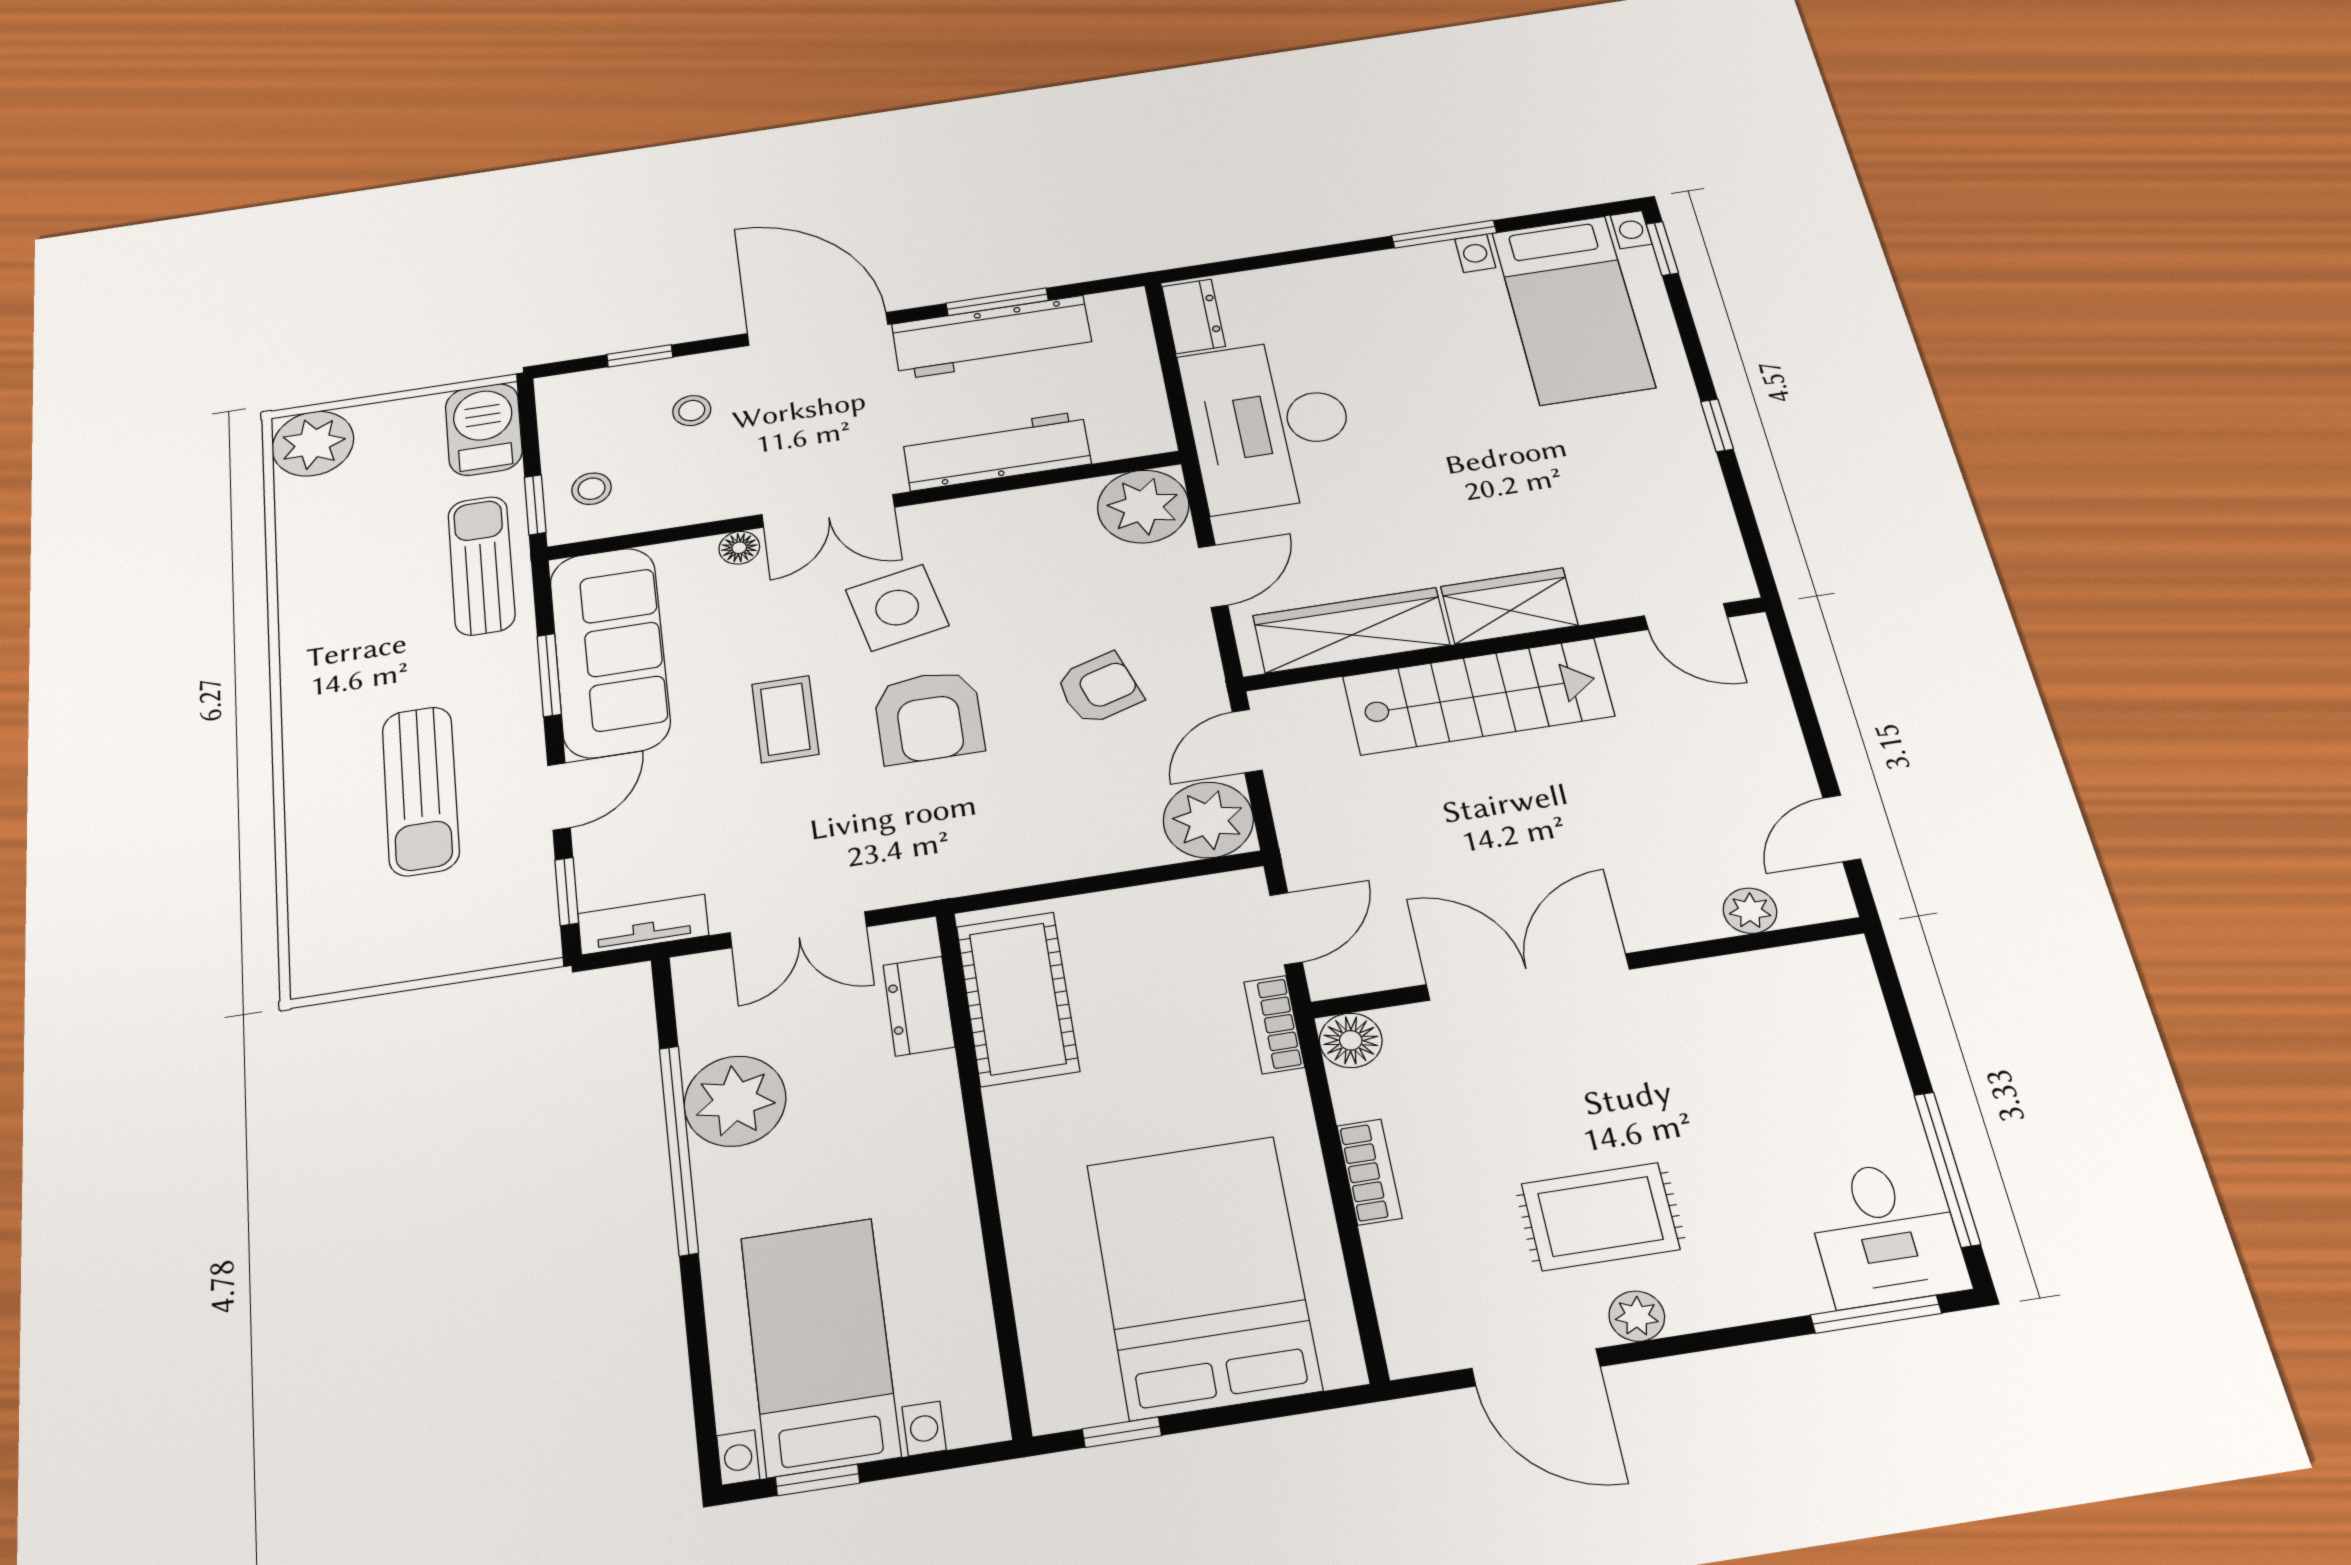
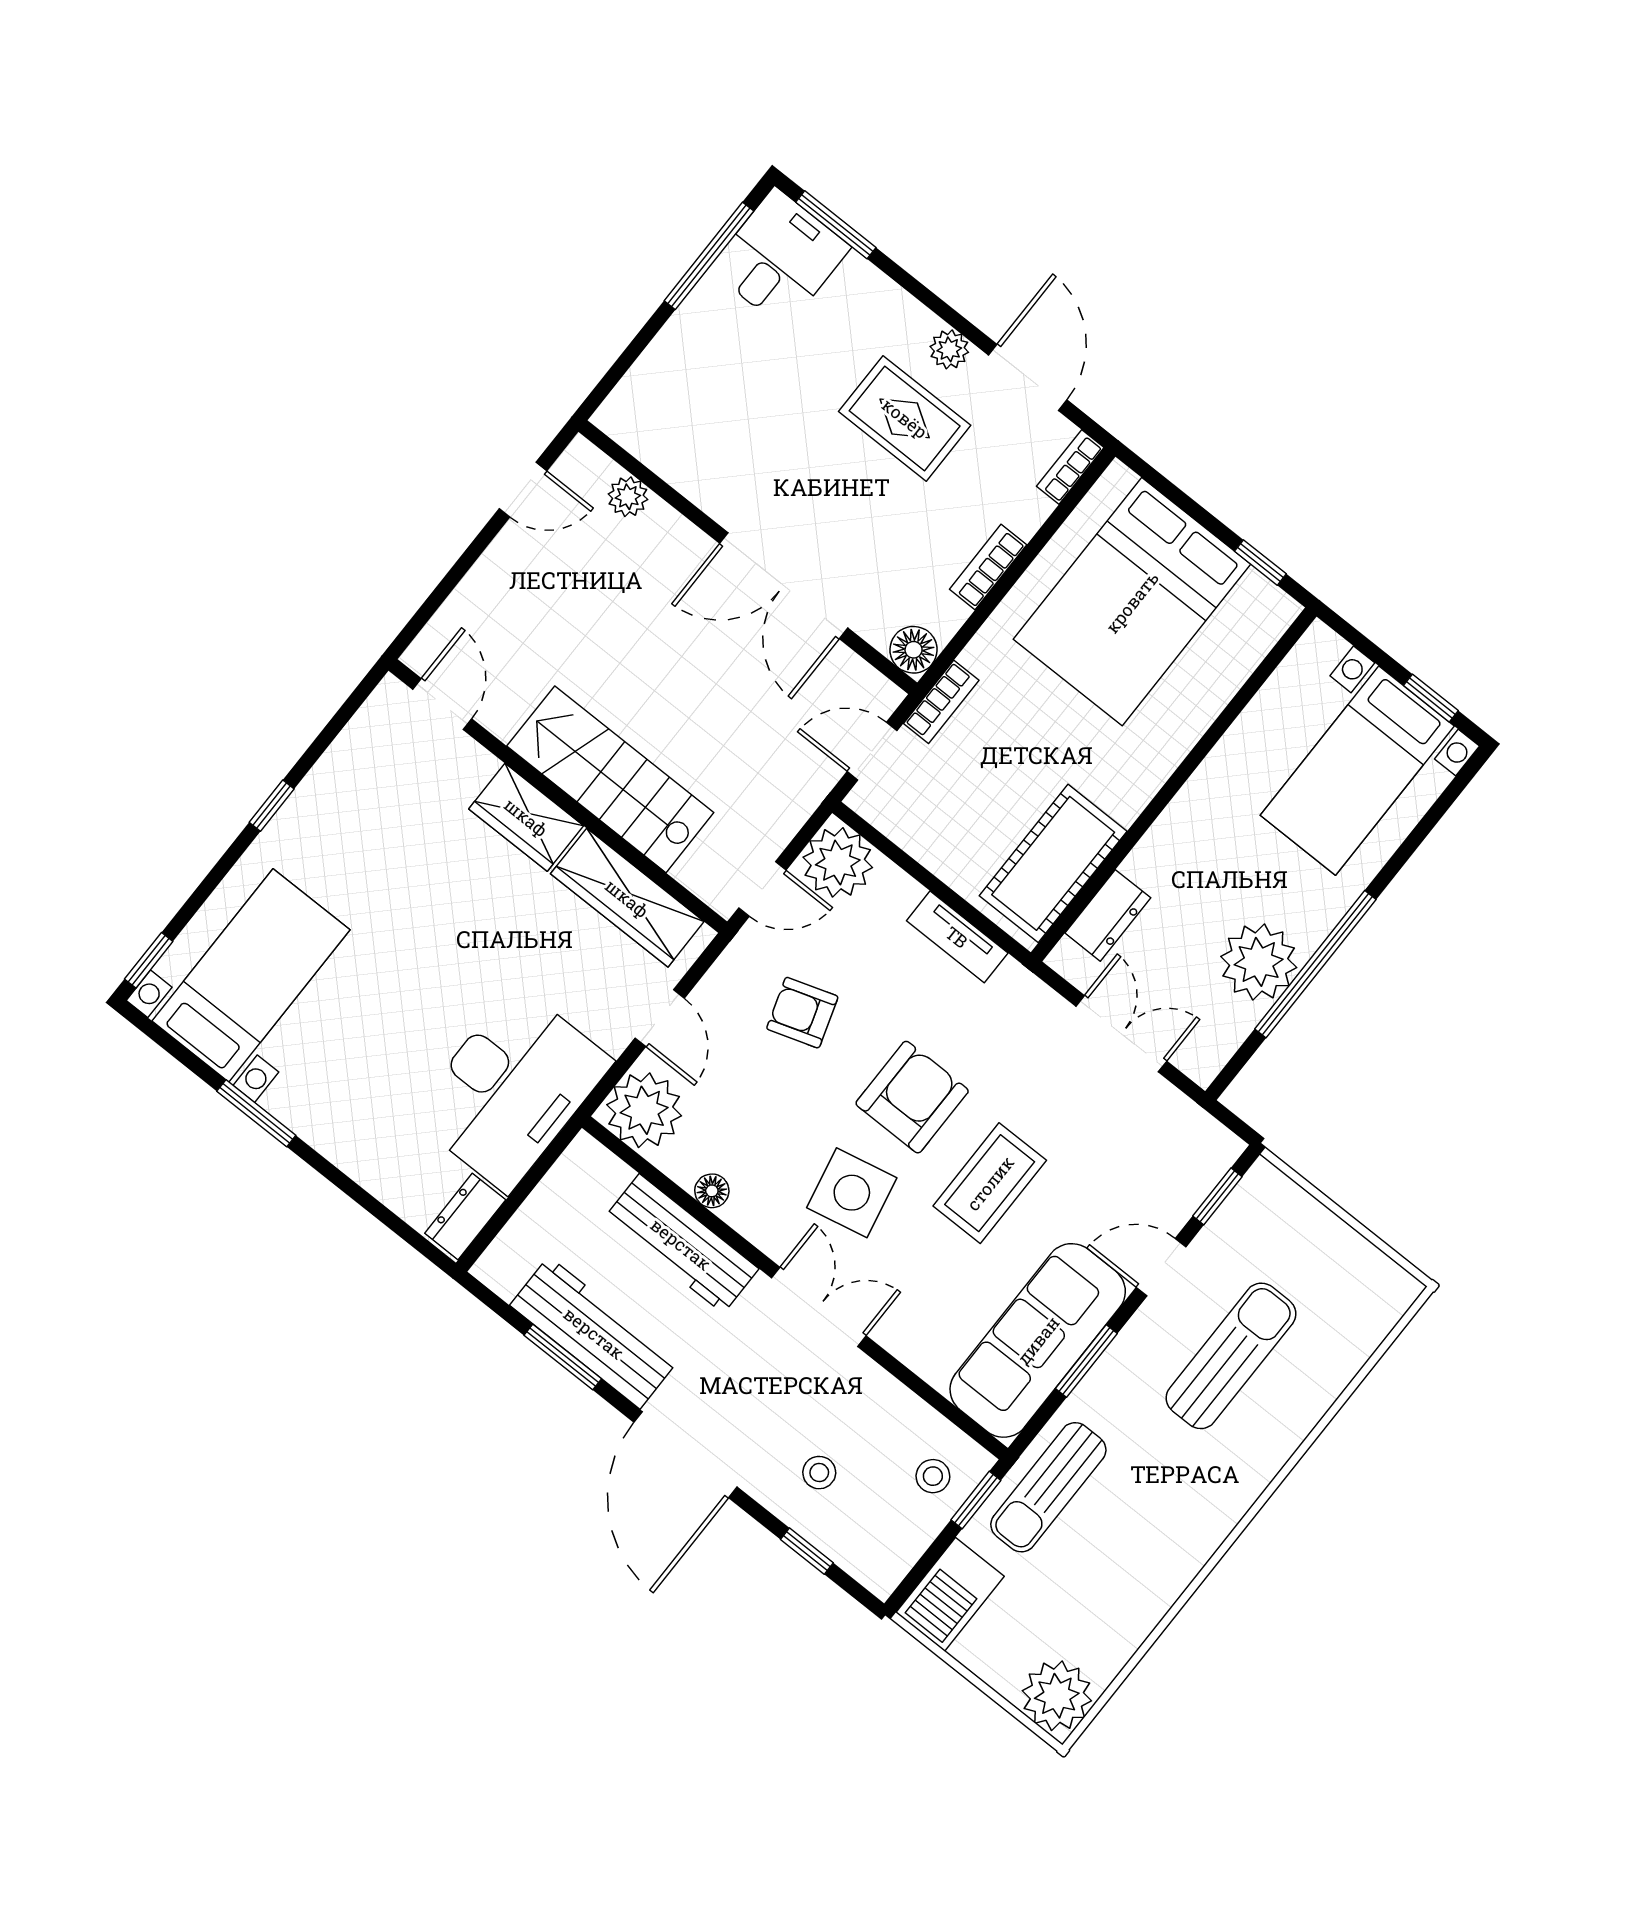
floor lamp: (739, 548) -> (712, 1191), moved
door: (1213, 576) -> (660, 1018), swing flipped
coffee table: (785, 719) -> (990, 1183), width x1.36, depth x1.30
tv unit: (643, 925) -> (957, 937), moved
bookcase: (1400, 1331) -> (1070, 467), added

